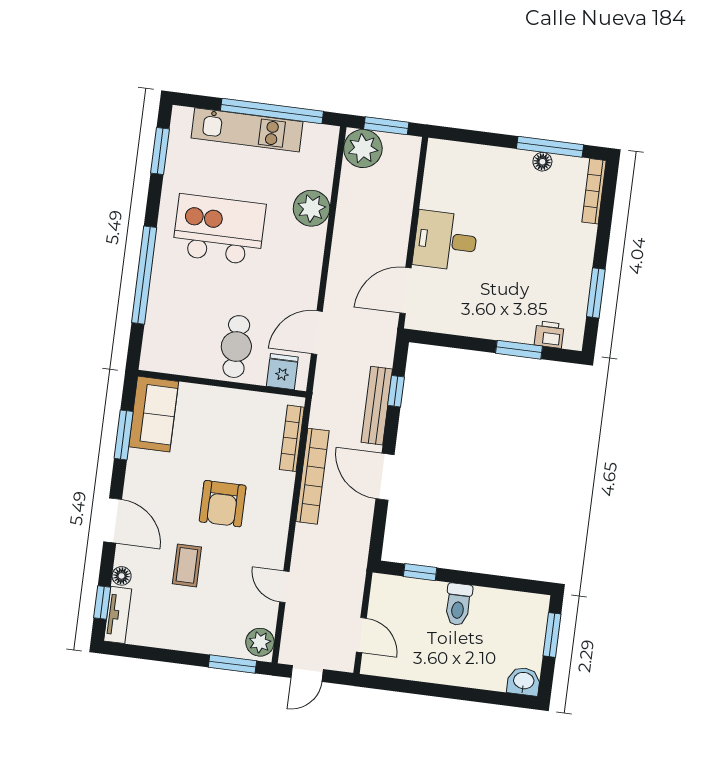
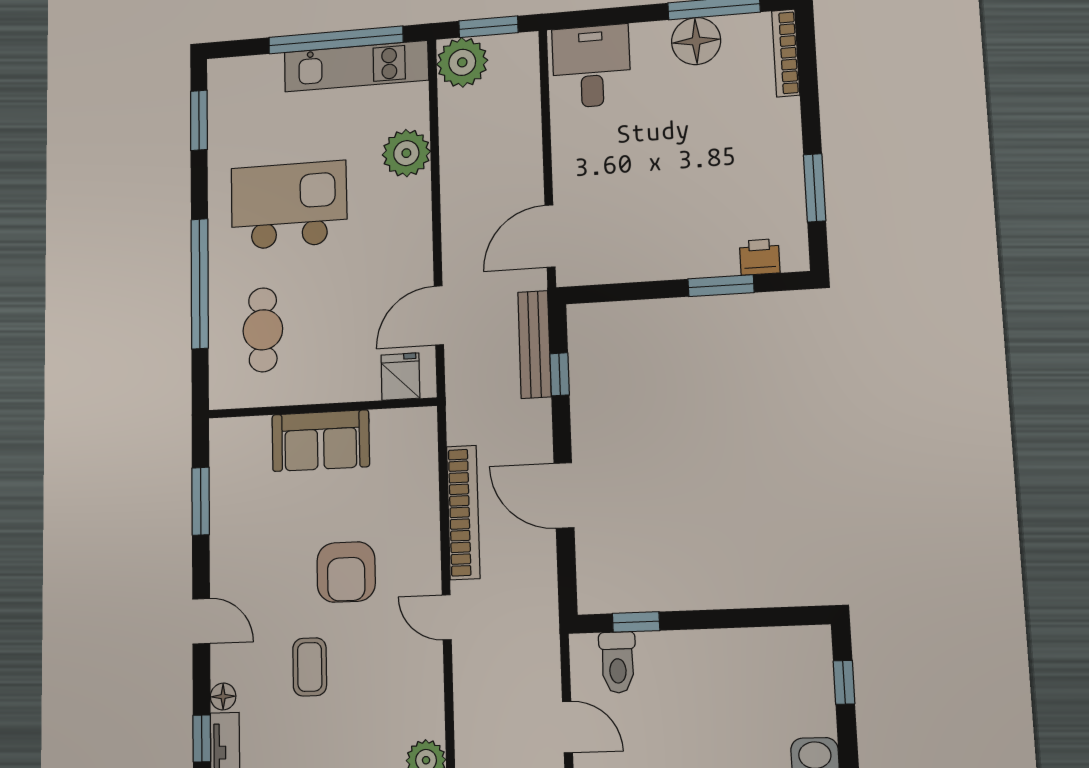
kitchen unit: (247, 130) -> (356, 66), moved
floor lamp: (542, 162) -> (696, 41), width x1.89, depth x1.89
desk: (445, 241) -> (591, 66), moved, turned 90
cafe table: (236, 347) -> (263, 330), moved
bench: (377, 406) -> (534, 344), moved
sofa: (154, 414) -> (321, 441), moved, turned 90
bookcase: (292, 438) -> (427, 465), removed
door: (113, 521) -> (201, 621), width x0.73
door: (284, 587) -> (447, 617), moved
toilet: (458, 604) -> (618, 662), moved
window: (552, 635) -> (844, 682), width x0.67

